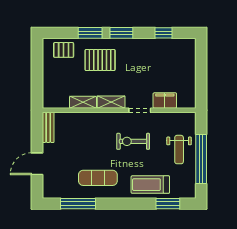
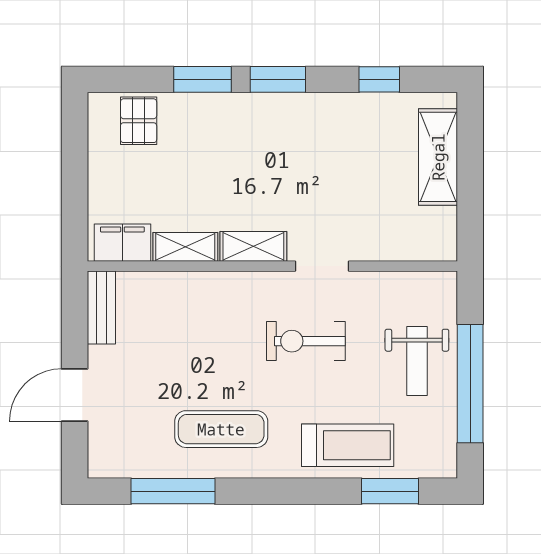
pallet: (64, 50) -> (139, 121), turned 90
pallet: (100, 60) -> (227, 145), removed
shelving: (188, 65) -> (438, 157), added
filing cabinet: (165, 100) -> (122, 243), moved
treadmill: (150, 185) -> (348, 445), turned 180

